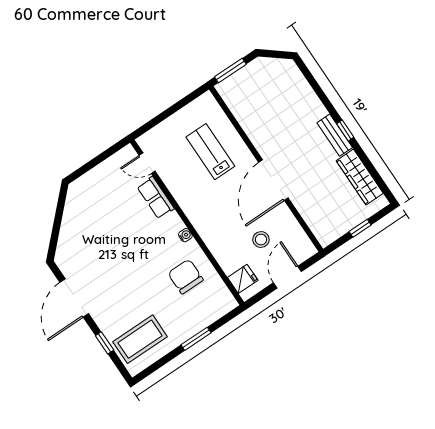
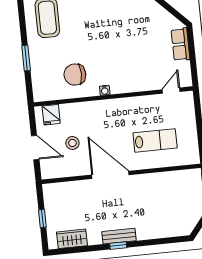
wardrobe: (360, 177) -> (72, 239), width x0.67
row of seats: (156, 198) -> (180, 44), moved, turned -90
chair: (186, 277) -> (75, 75), turned 180

